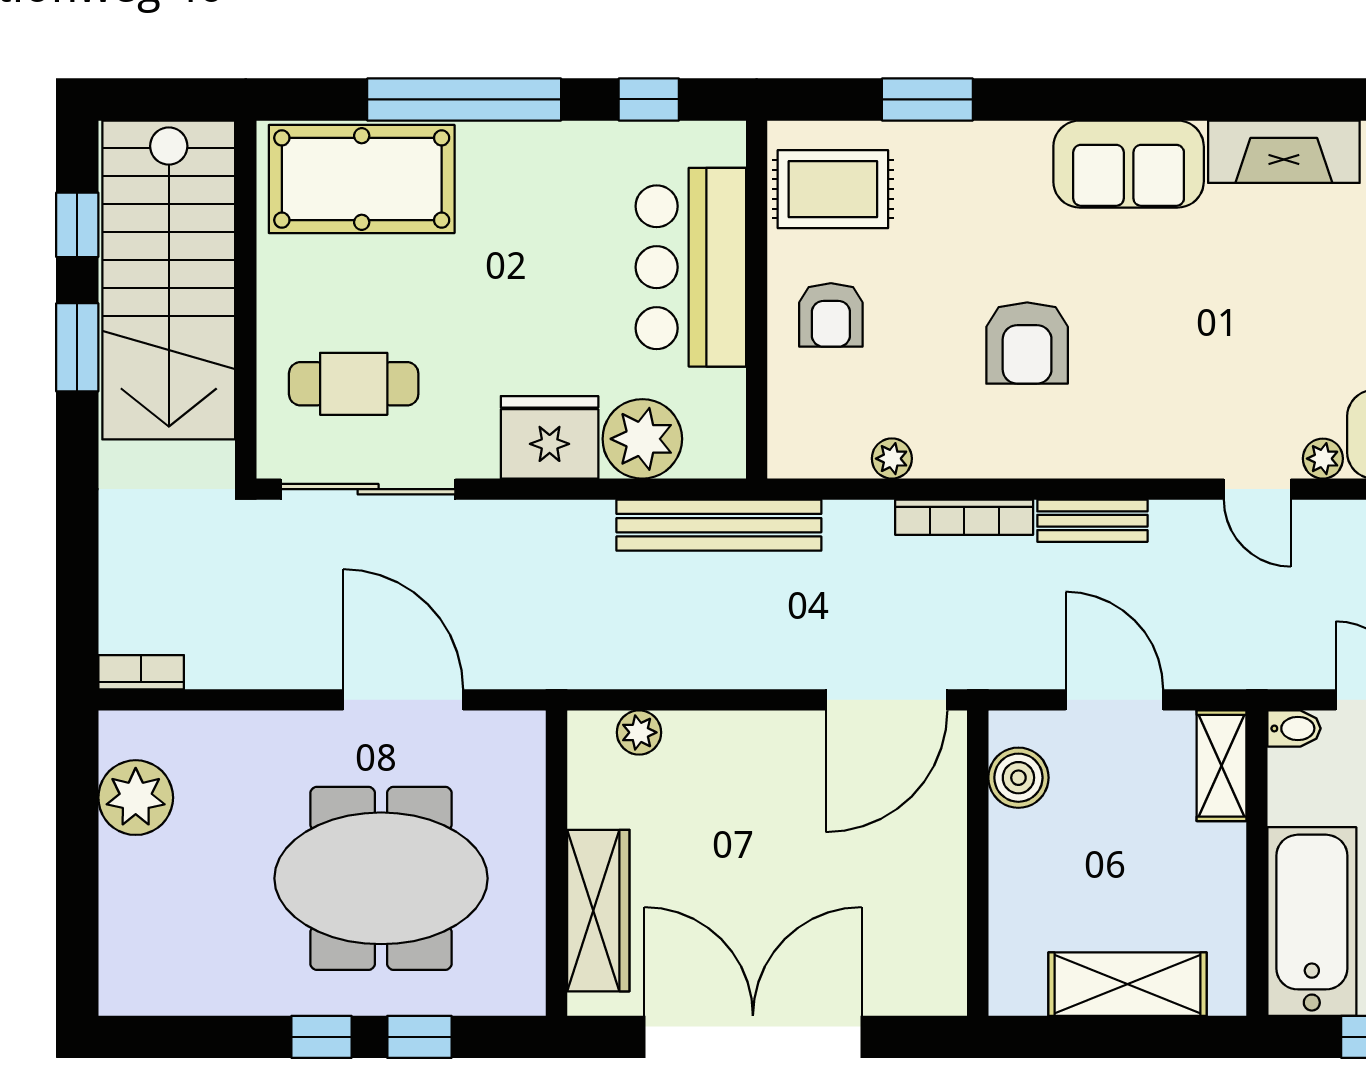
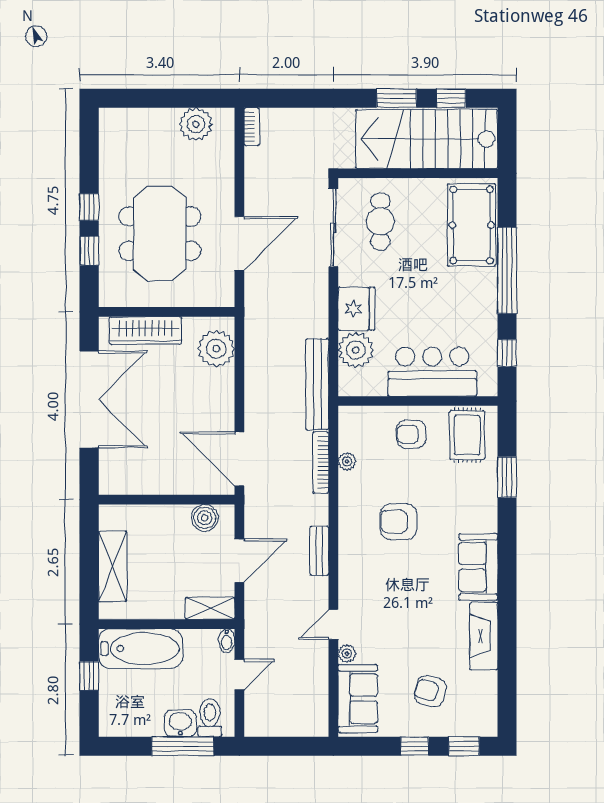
bookcase: (964, 517) -> (321, 462), moved
plant: (639, 732) -> (216, 349), width x1.87, depth x1.87

